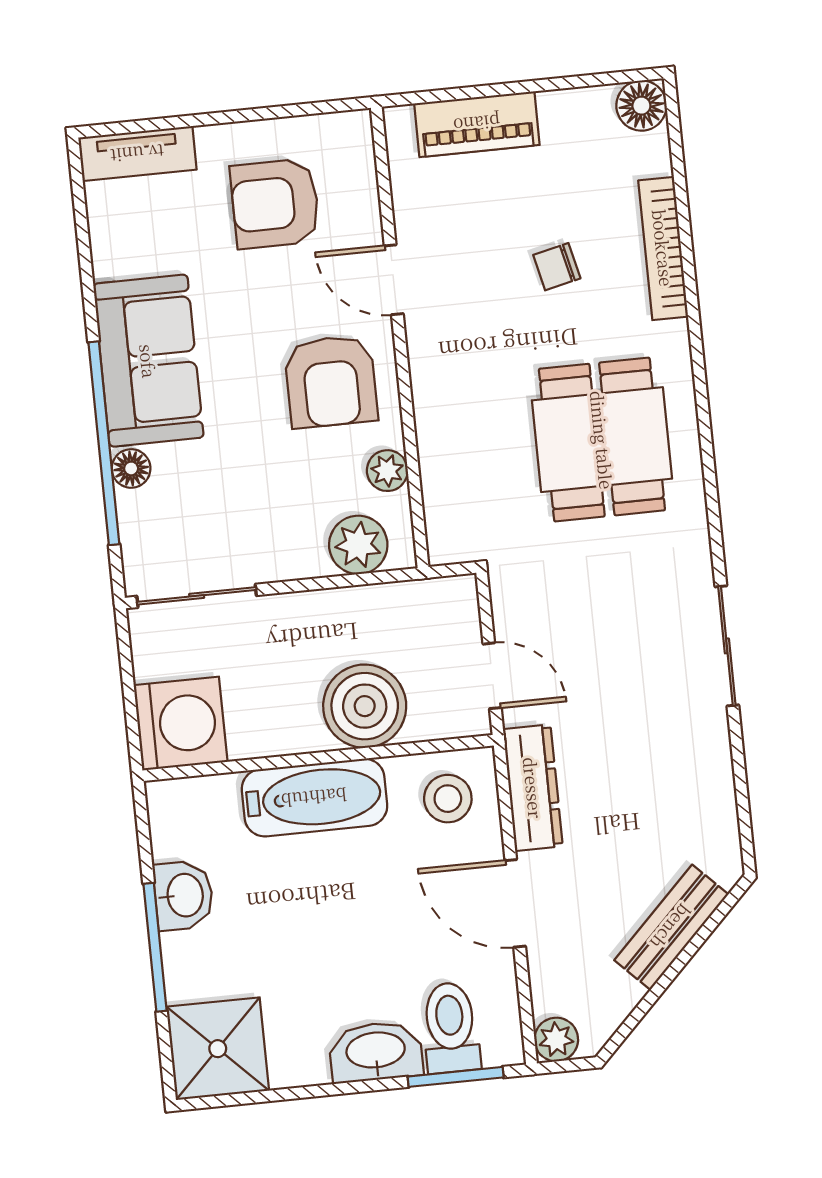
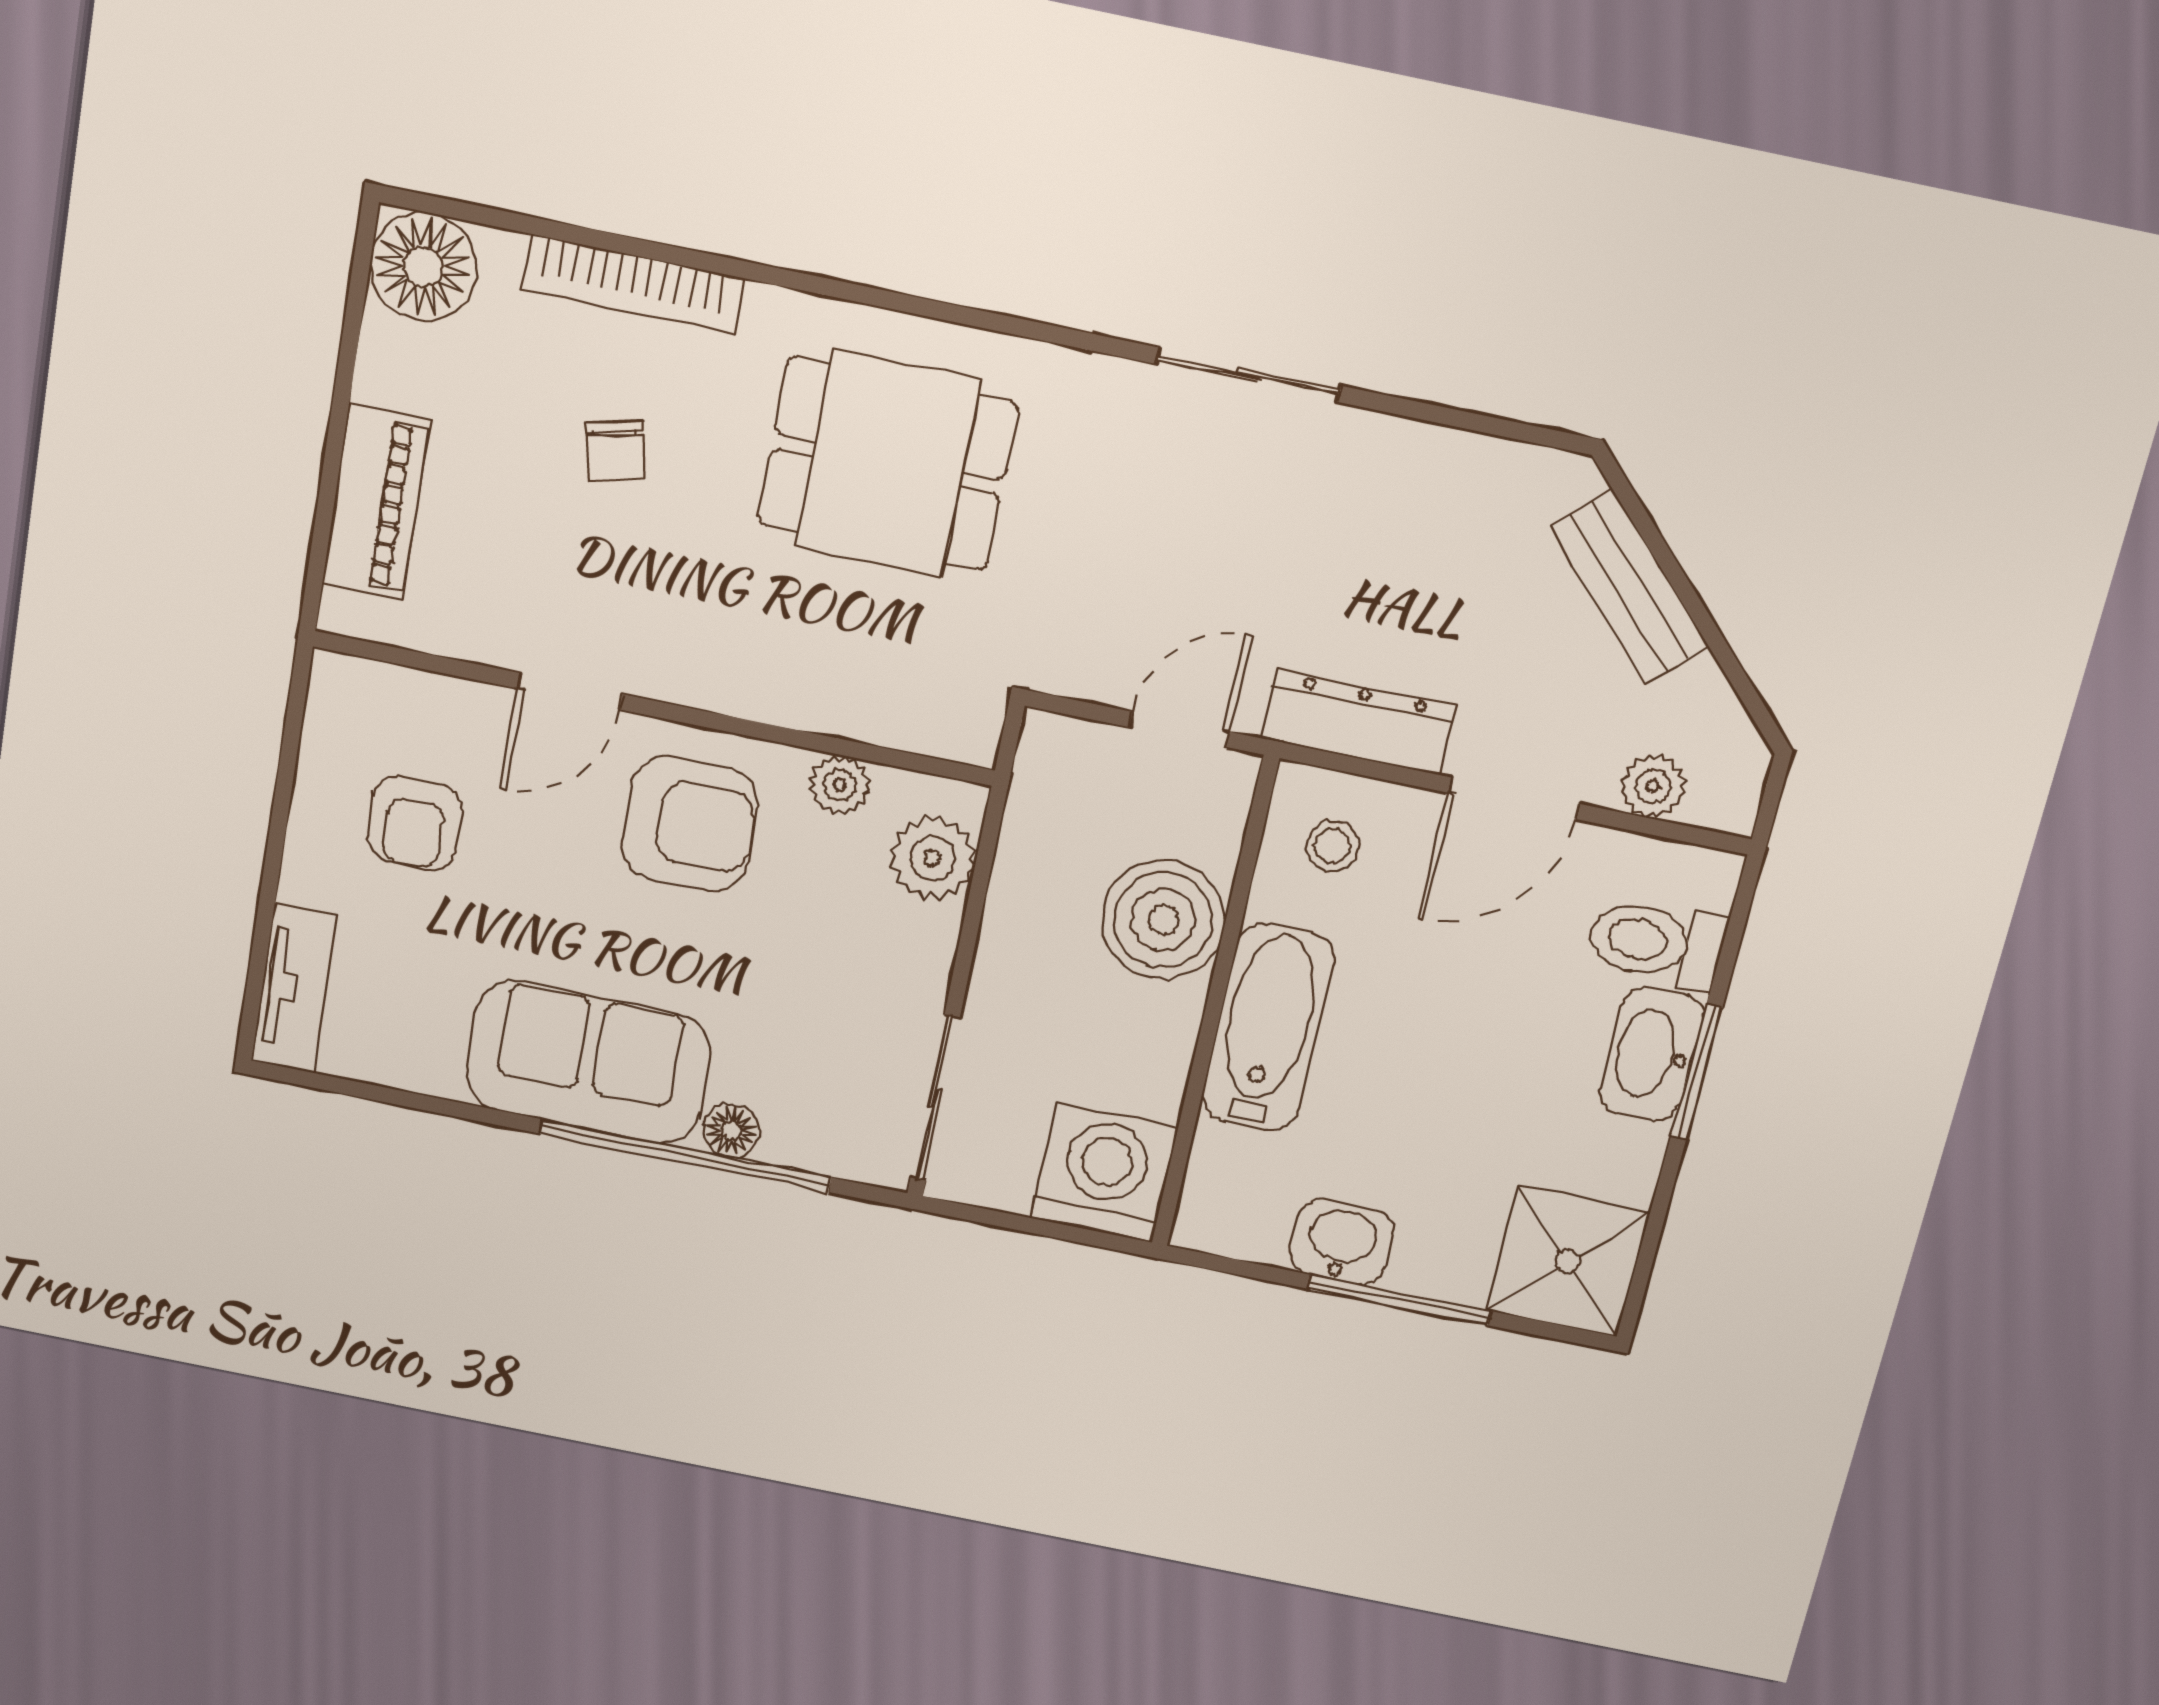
floor lamp: (641, 106) -> (423, 267), width x1.38, depth x1.38
armchair: (275, 204) -> (415, 823), width x0.72, depth x0.72
stool: (448, 799) -> (1333, 846), width x0.73, depth x0.73
plant: (556, 1039) -> (1653, 786), moved
window: (456, 1077) -> (1696, 1072), moved

